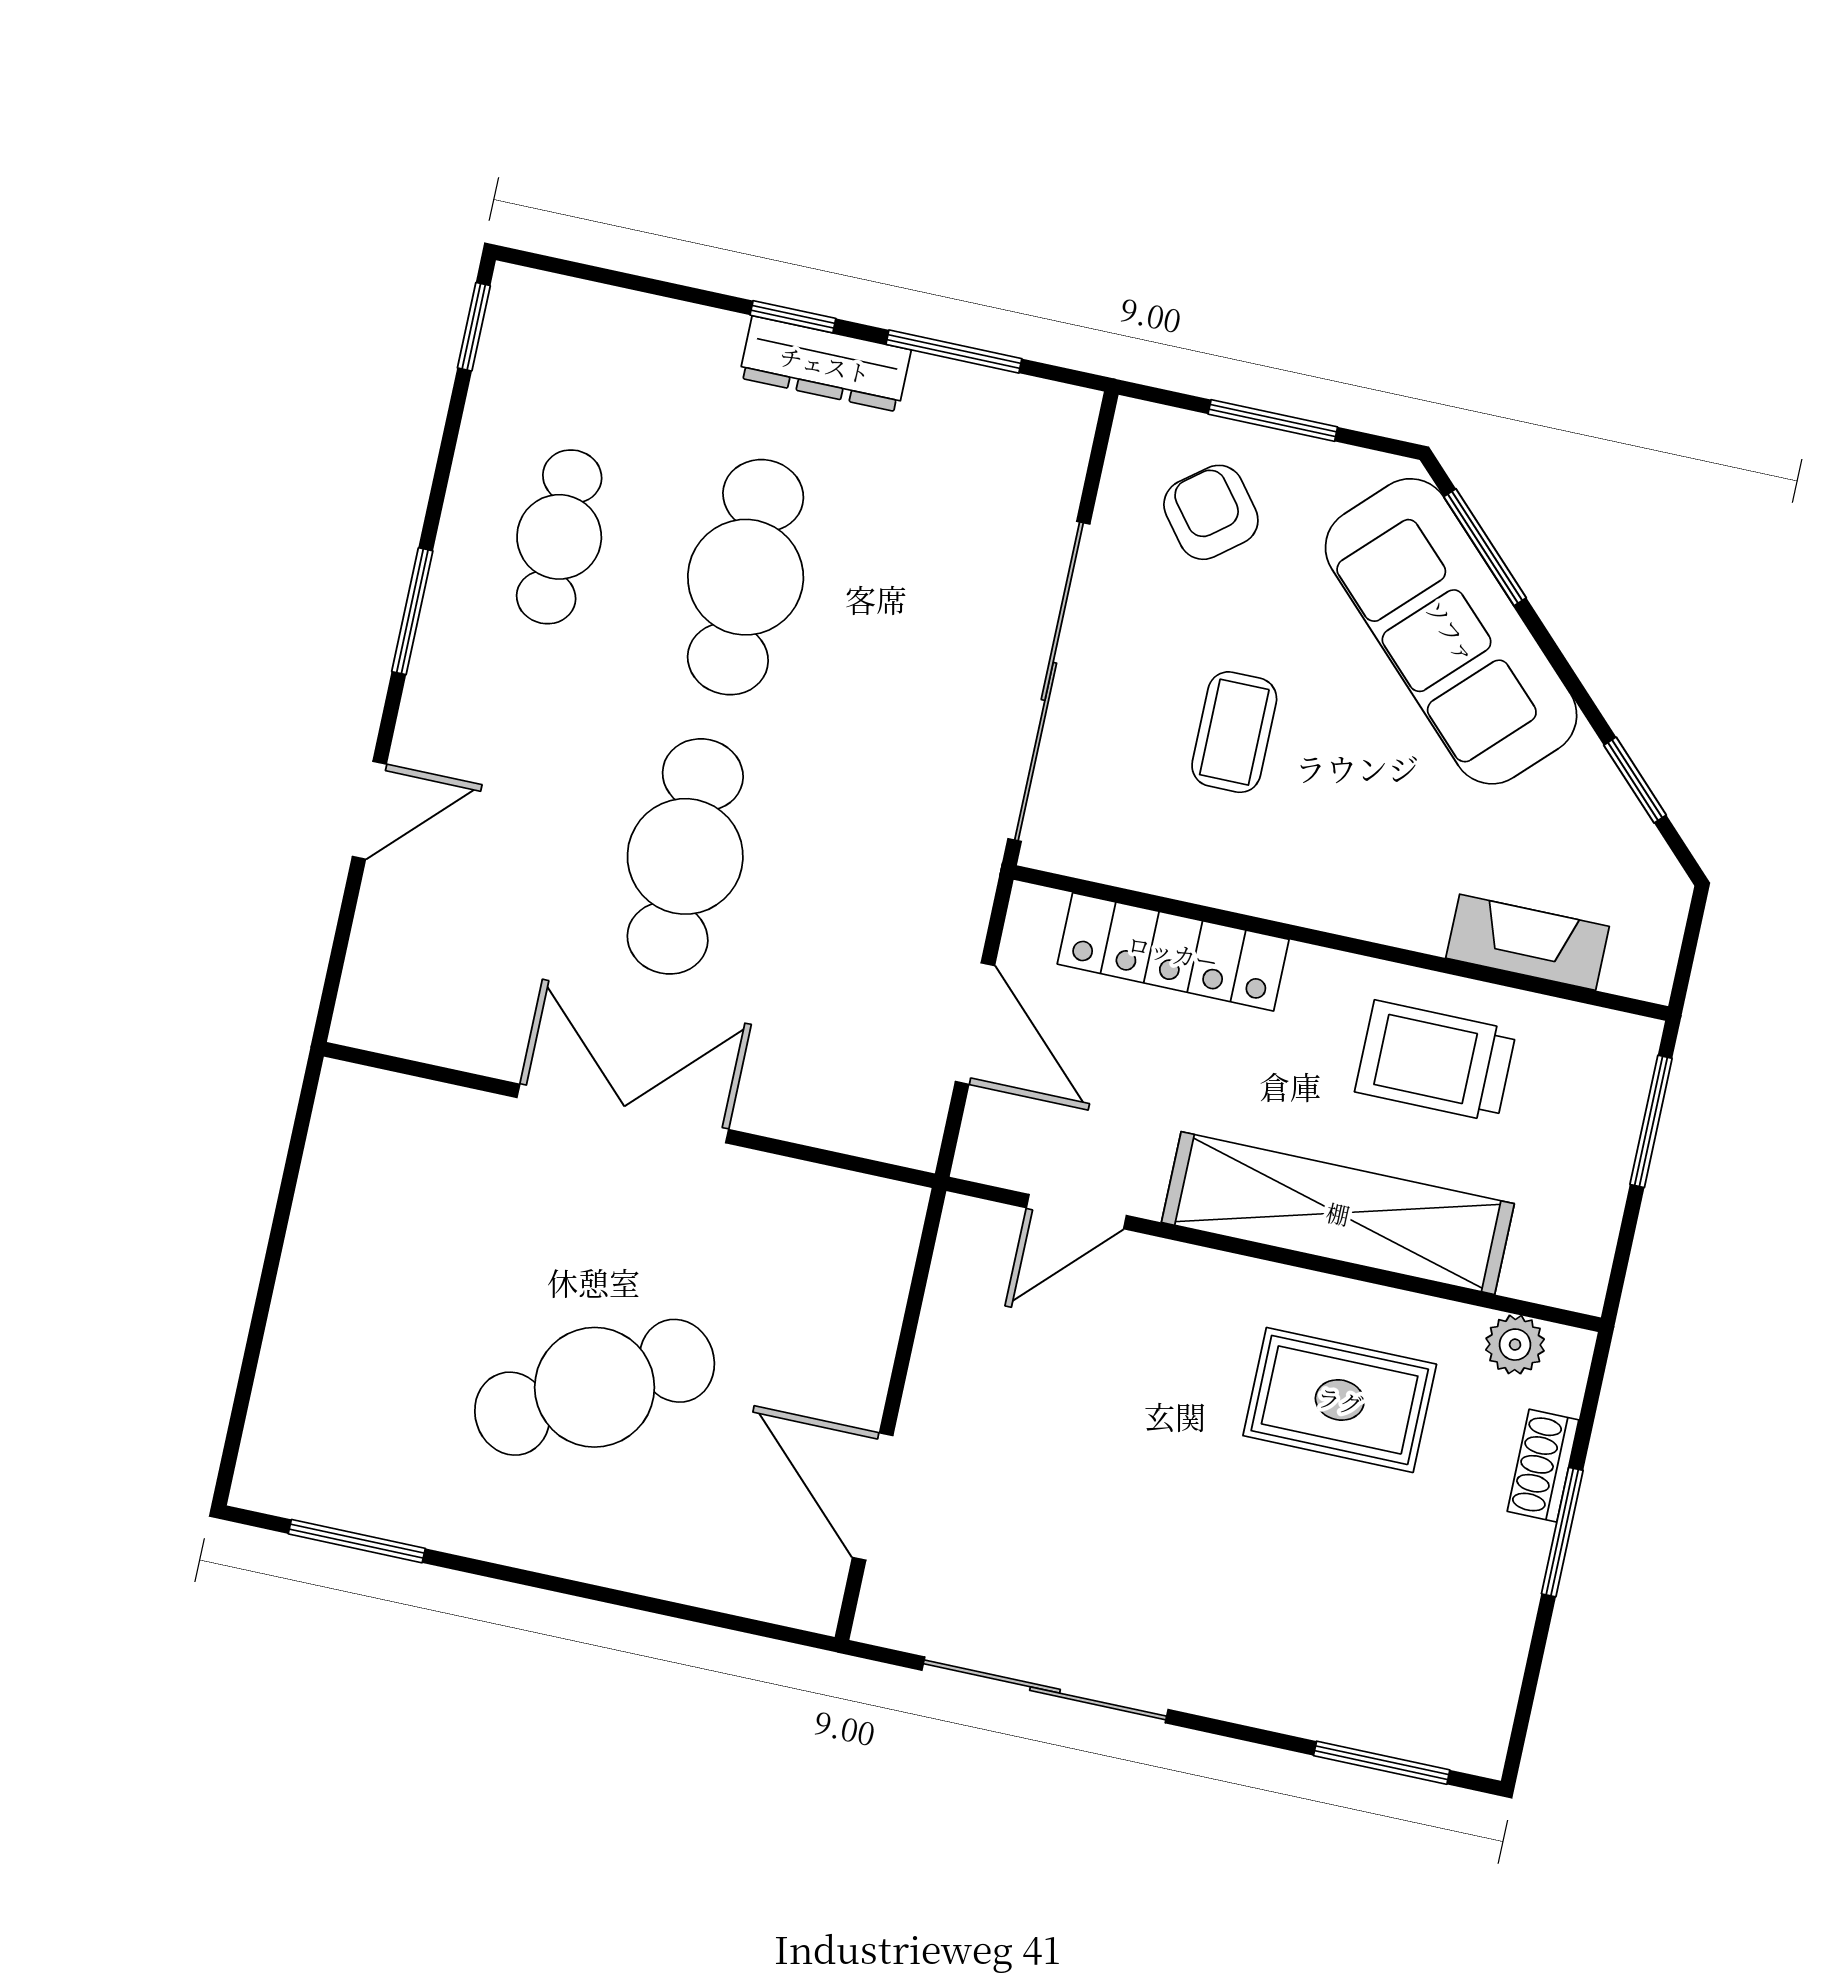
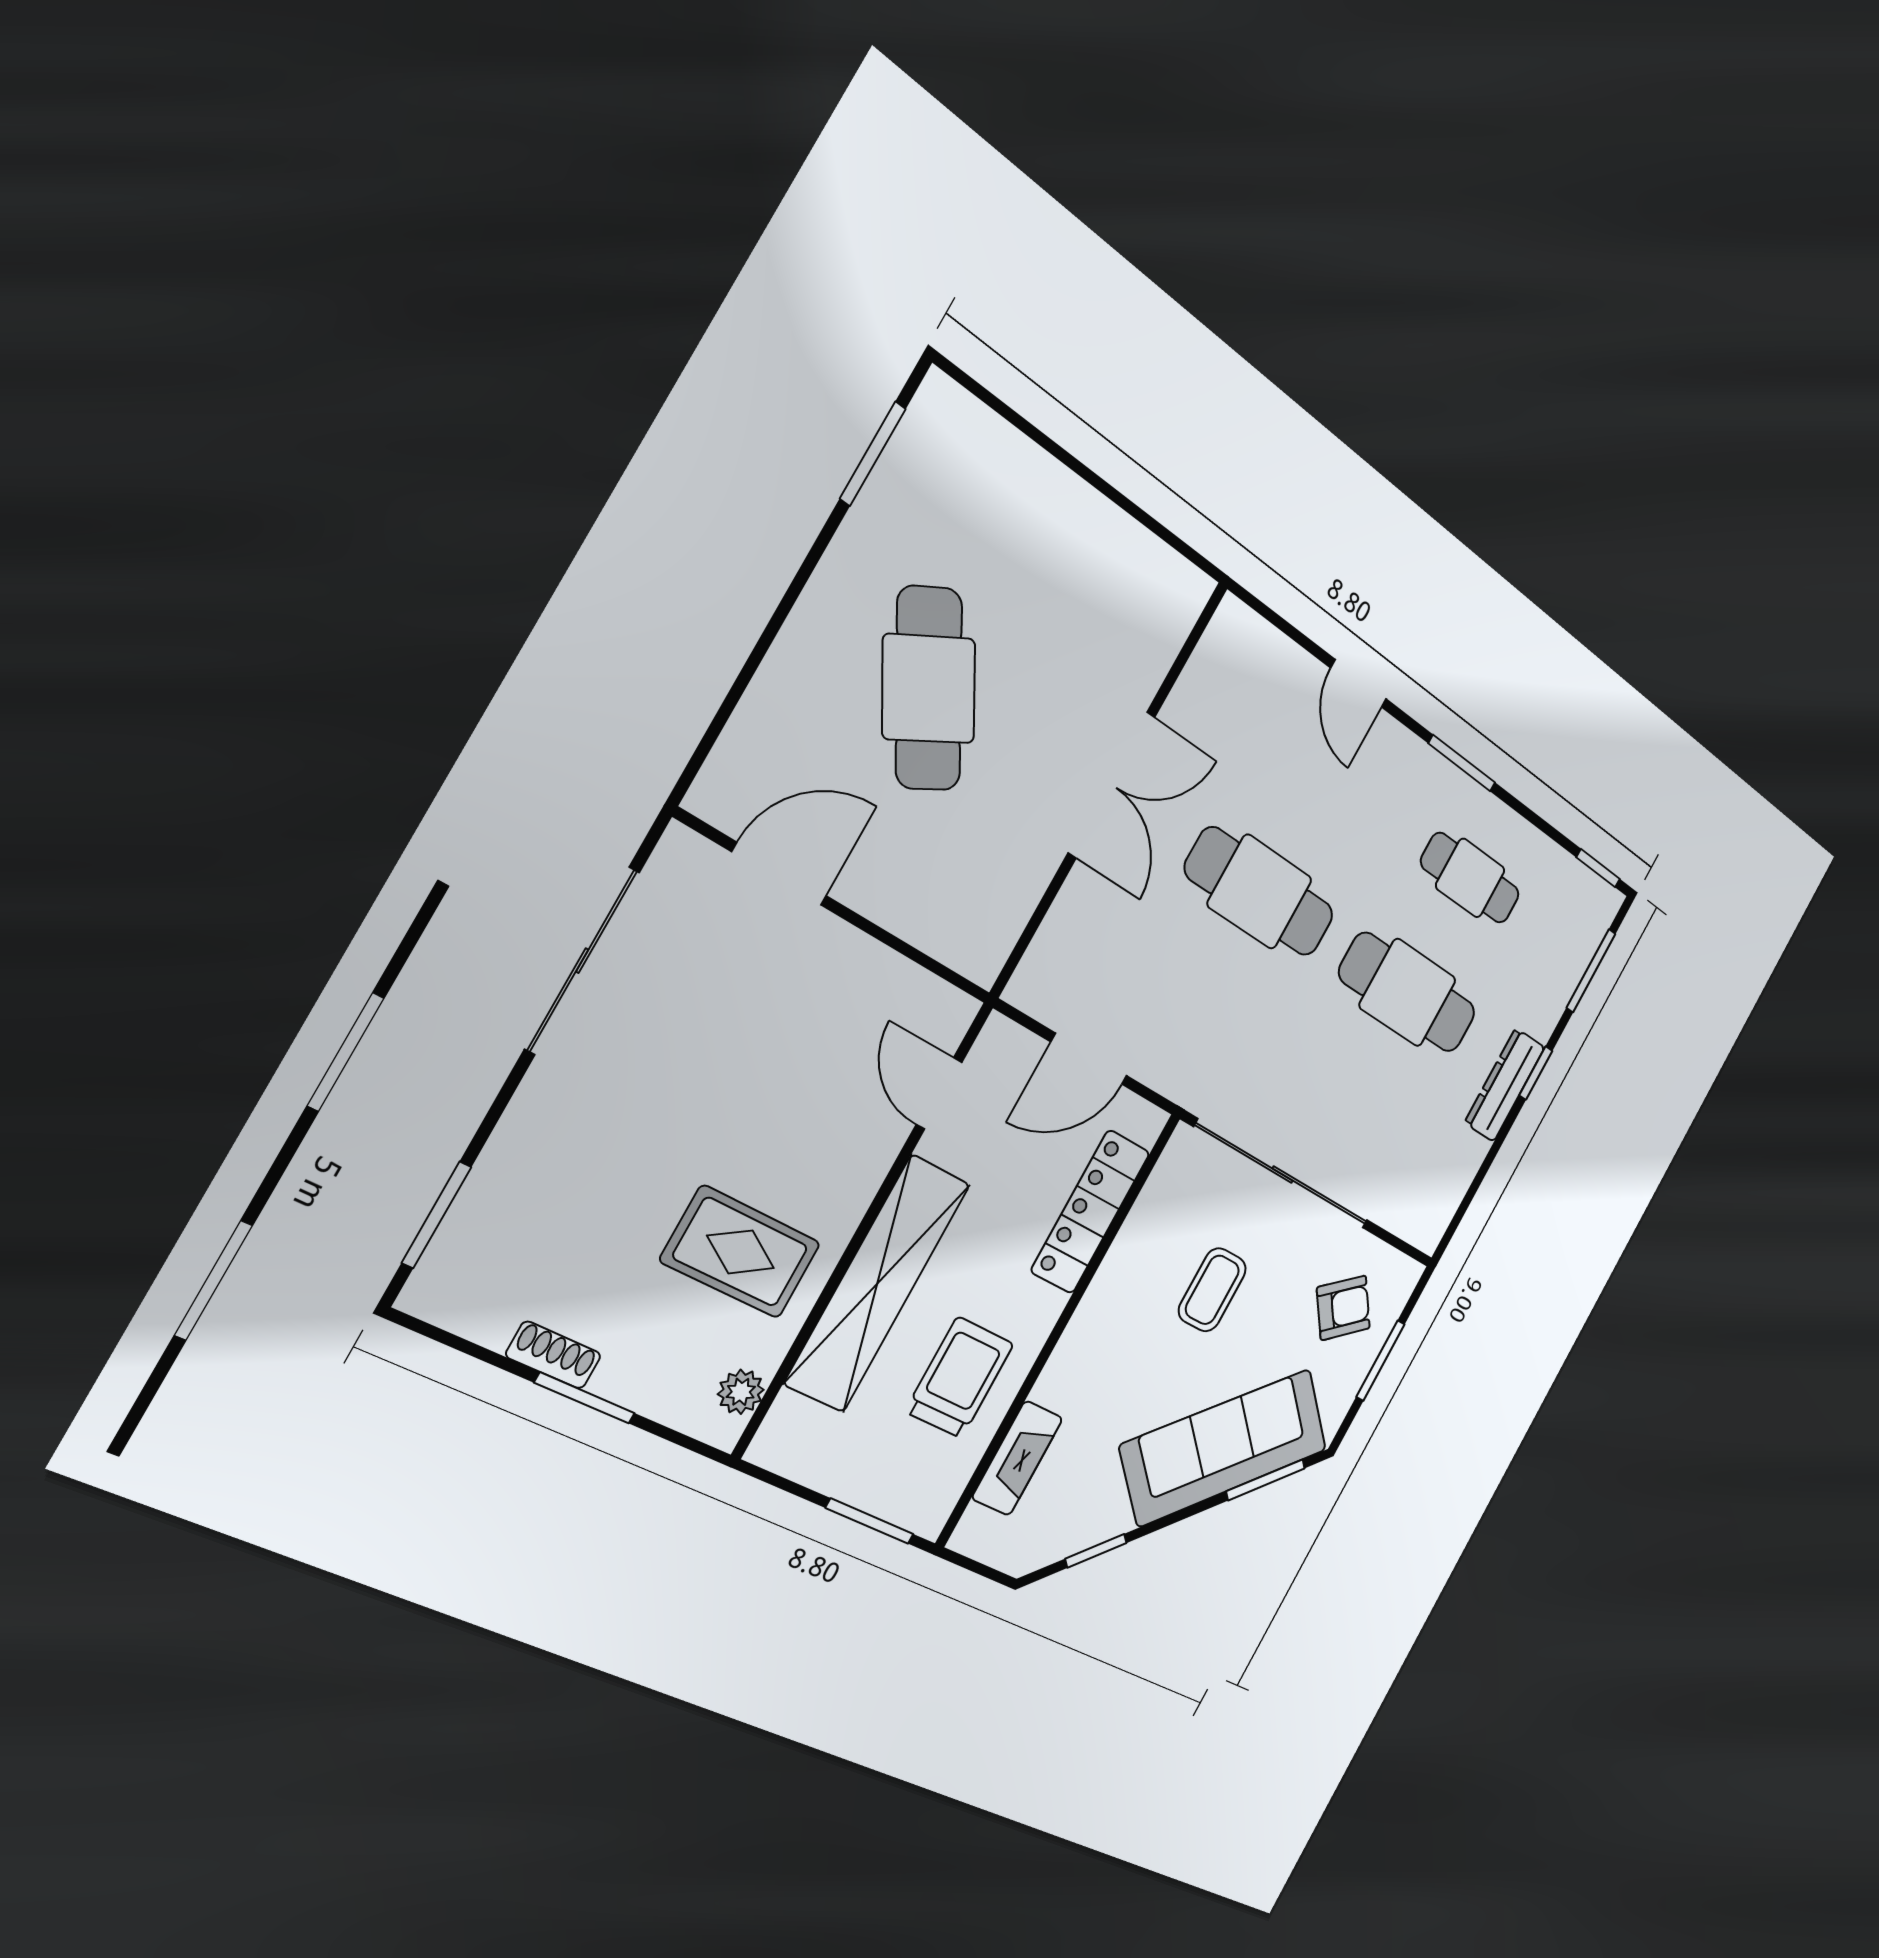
window: (954, 352) -> (1591, 971), moved
coffee table: (1234, 732) -> (1212, 1290), turned 90
rug: (1340, 1400) -> (741, 1252), turned 90
shoe rack: (1543, 1466) -> (553, 1355), moved

